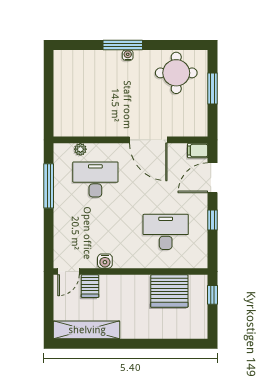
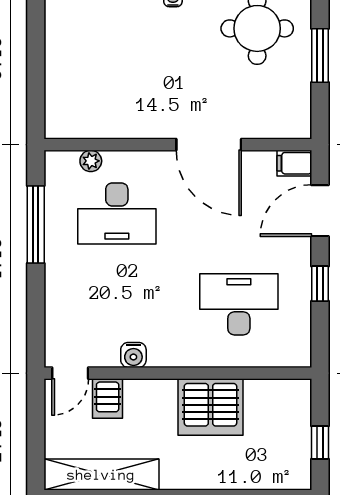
desk: (95, 179) -> (117, 213), turned 180
server rack: (169, 291) -> (210, 407), moved
window: (212, 295) -> (320, 443), moved

